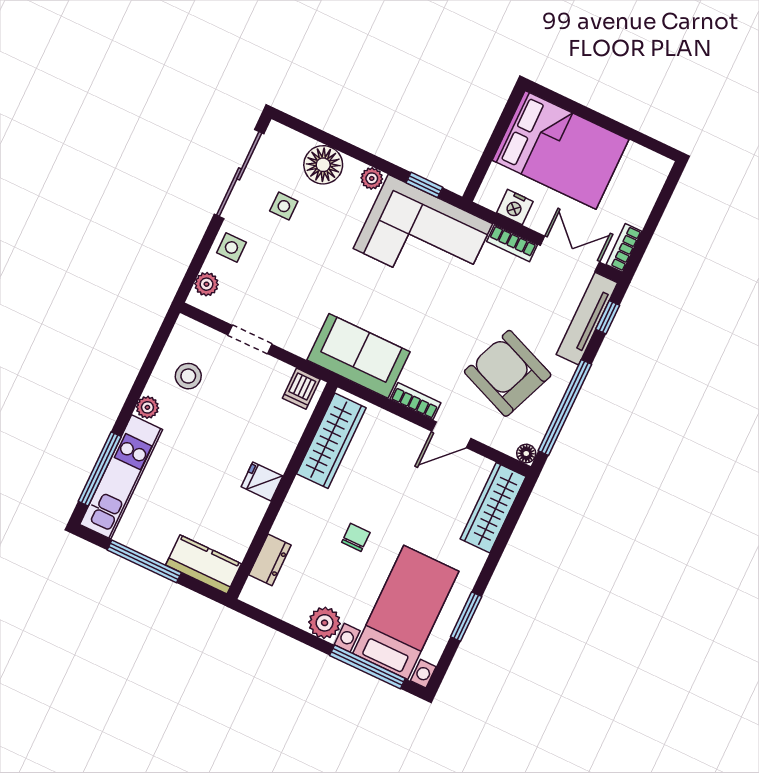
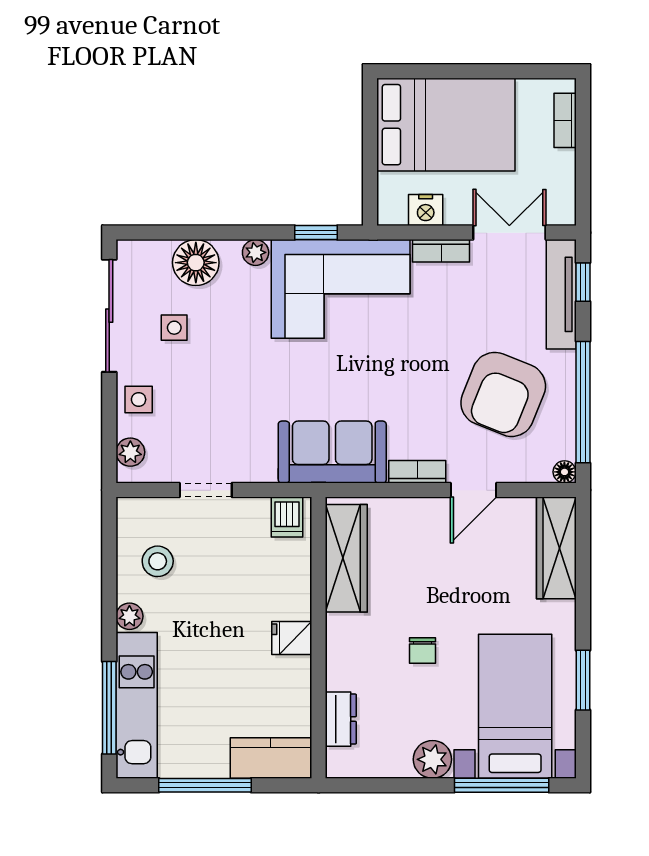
bookcase: (624, 248) -> (565, 120), moved
armchair: (508, 373) -> (503, 394), turned -90
chair: (356, 537) -> (422, 650), turned 180

